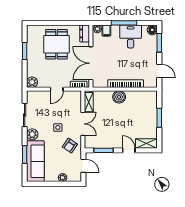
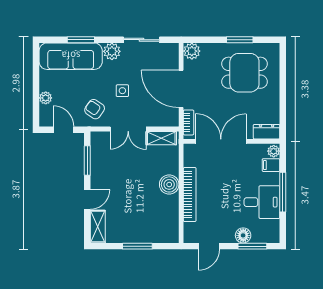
floor lamp: (152, 30) -> (243, 235), moved
dining table: (56, 44) -> (244, 73), moved
door: (57, 89) -> (181, 89), width x1.88
door: (83, 166) -> (64, 130), swing flipped

